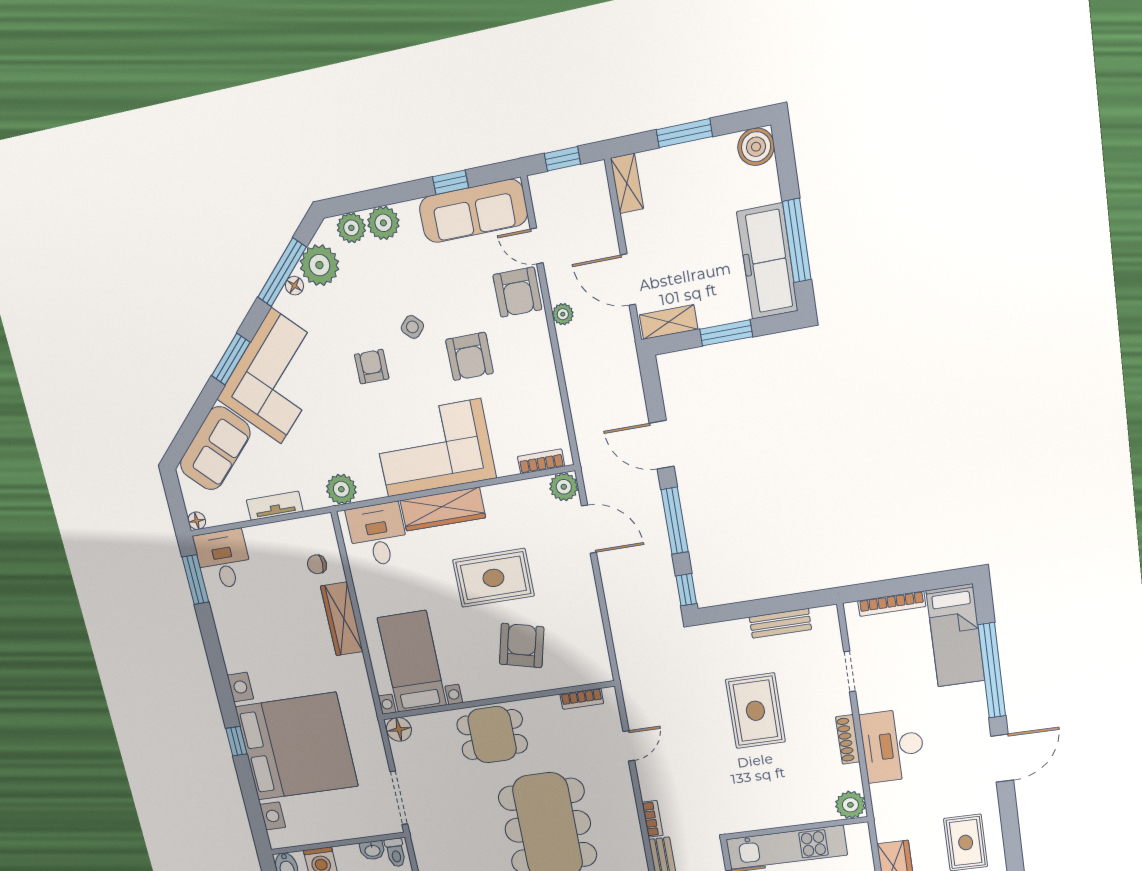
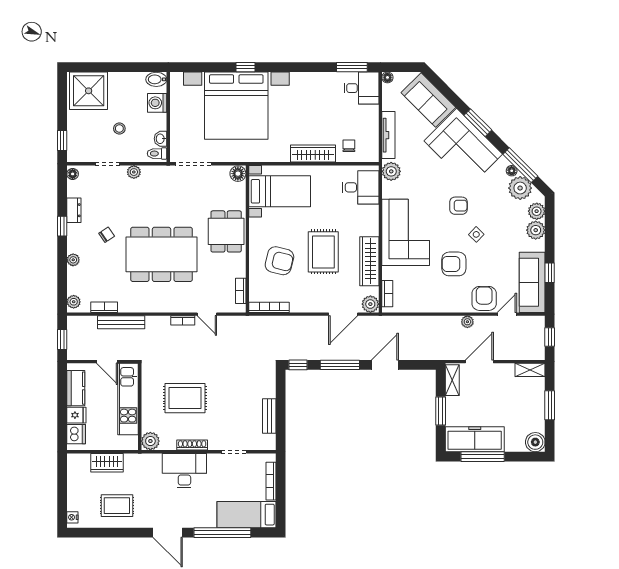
armchair: (517, 292) -> (484, 298), turned 90
tv unit: (275, 506) -> (388, 135), width x1.41
wardrobe: (443, 509) -> (369, 261), moved
bookcase: (600, 650) -> (269, 307), added
rug: (755, 711) -> (185, 398), moved
bookcase: (652, 819) -> (183, 320), moved

